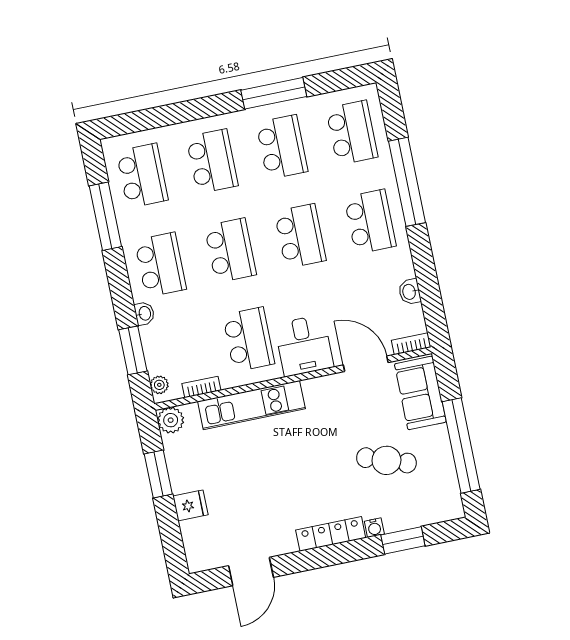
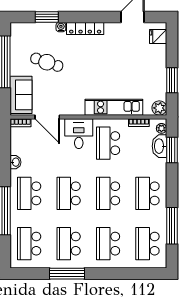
washbasin: (410, 292) -> (15, 162), moved
washbasin: (144, 313) -> (159, 146), moved, width x1.91, depth x1.45
fridge: (190, 505) -> (158, 37), moved

